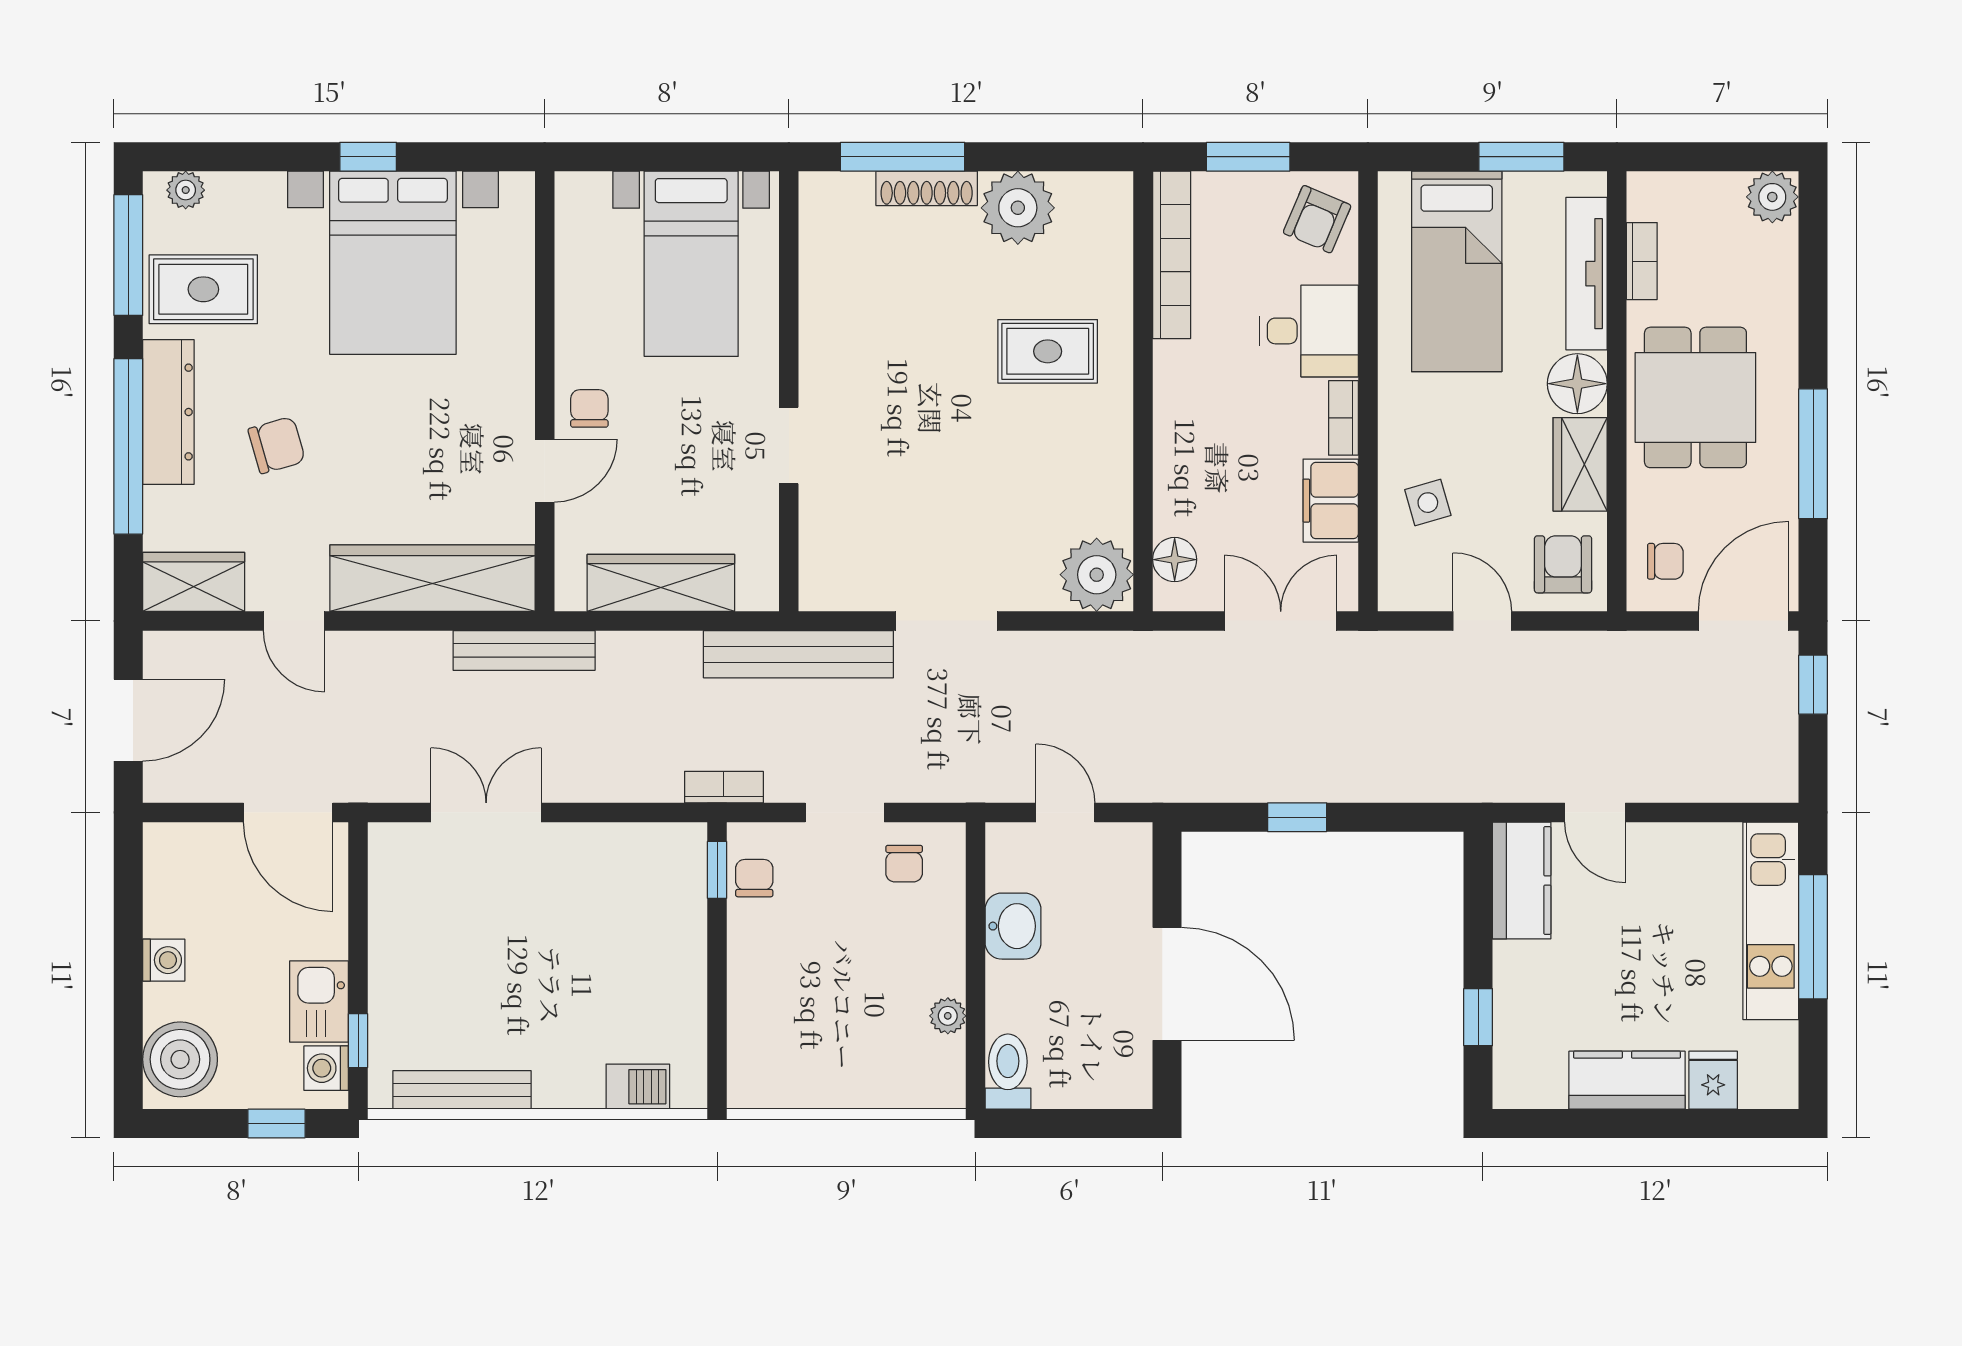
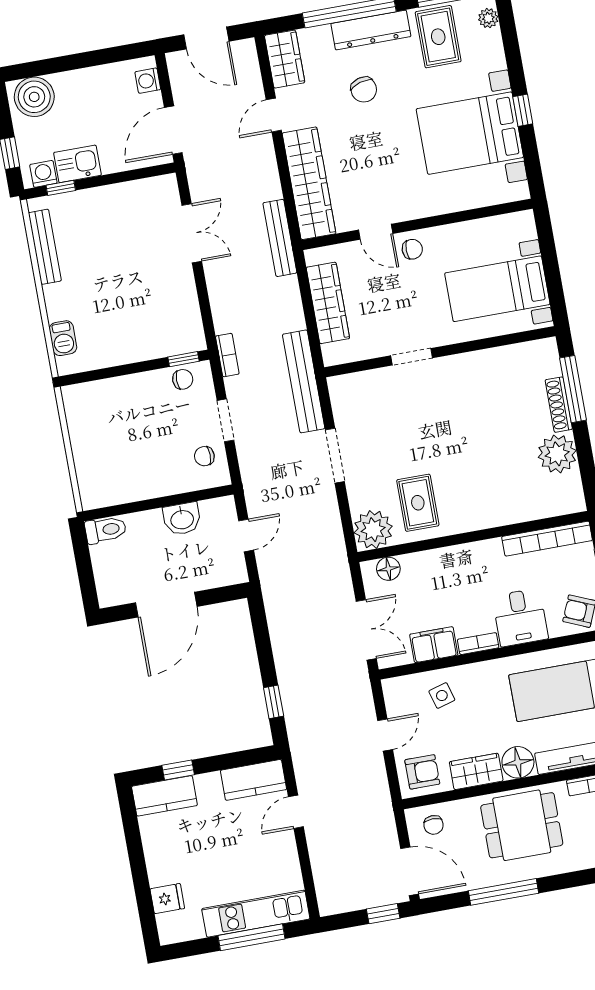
rug: (1048, 351) -> (418, 503), moved
window: (1297, 817) -> (274, 702), moved
washing machine: (164, 960) -> (148, 81), moved, turned 90
plant: (948, 1016) -> (129, 493), removed
kitchen counter: (1627, 1080) -> (164, 796), moved, turned 90

